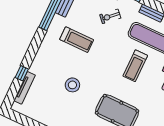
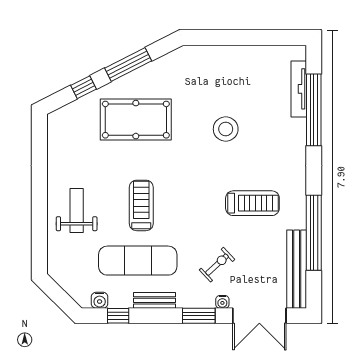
treadmill: (77, 40) -> (252, 203), turned 180
window: (22, 73) -> (314, 110), width x3.17

